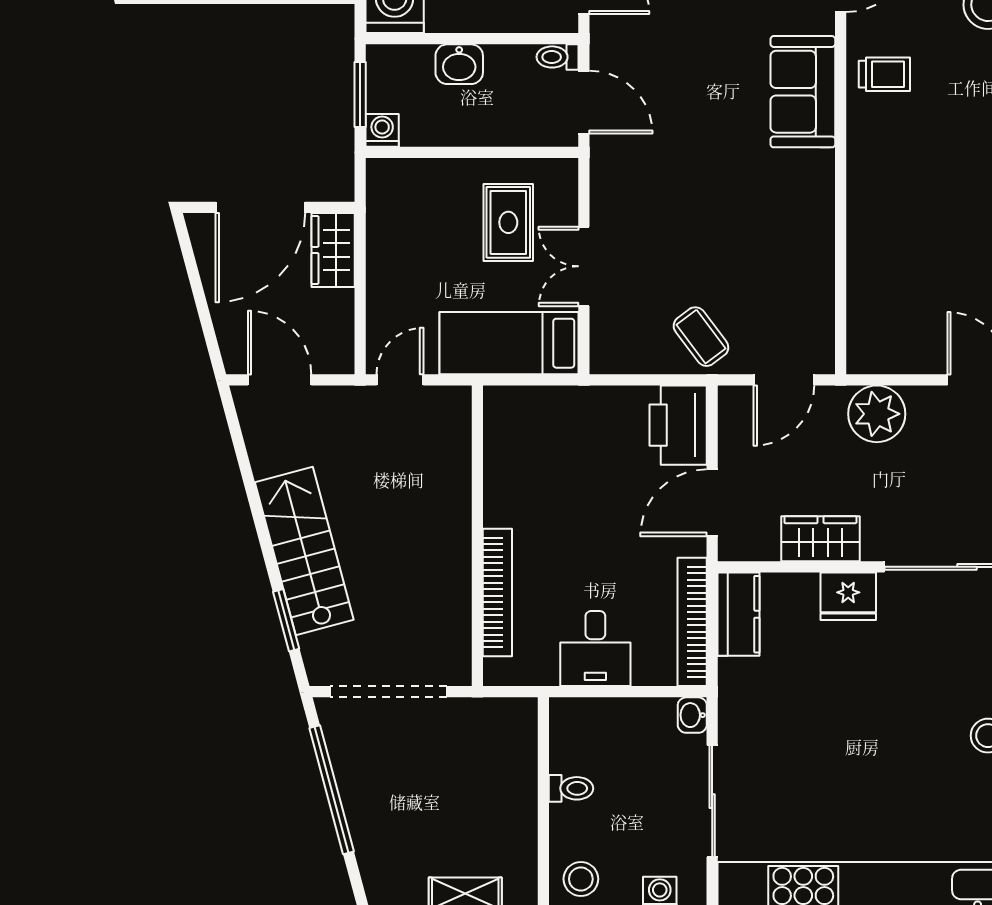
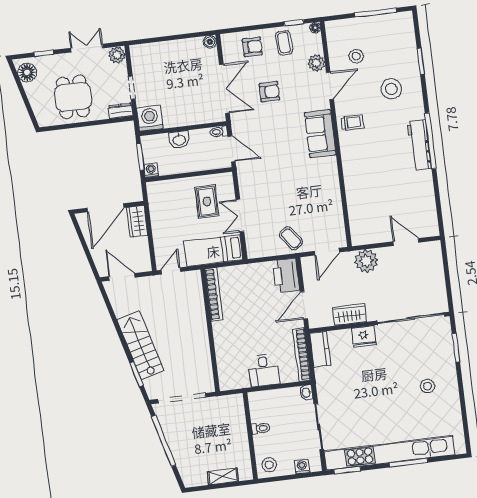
bookcase: (497, 592) -> (214, 294), moved

